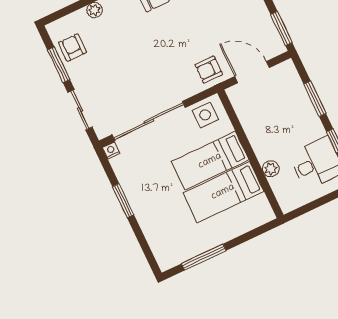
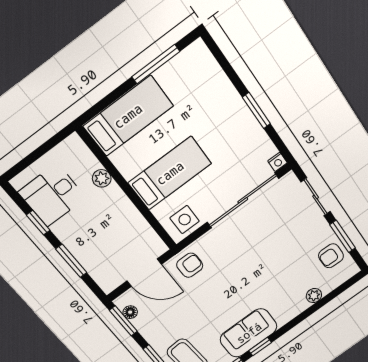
floor lamp: (273, 36) -> (130, 312), added
armchair: (72, 48) -> (331, 256), turned 90
bed: (223, 192) -> (128, 116), moved

